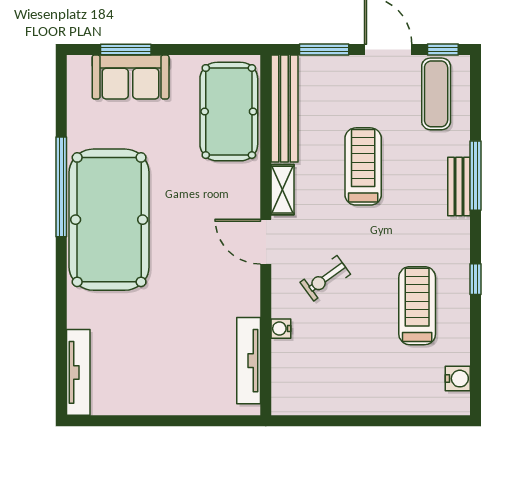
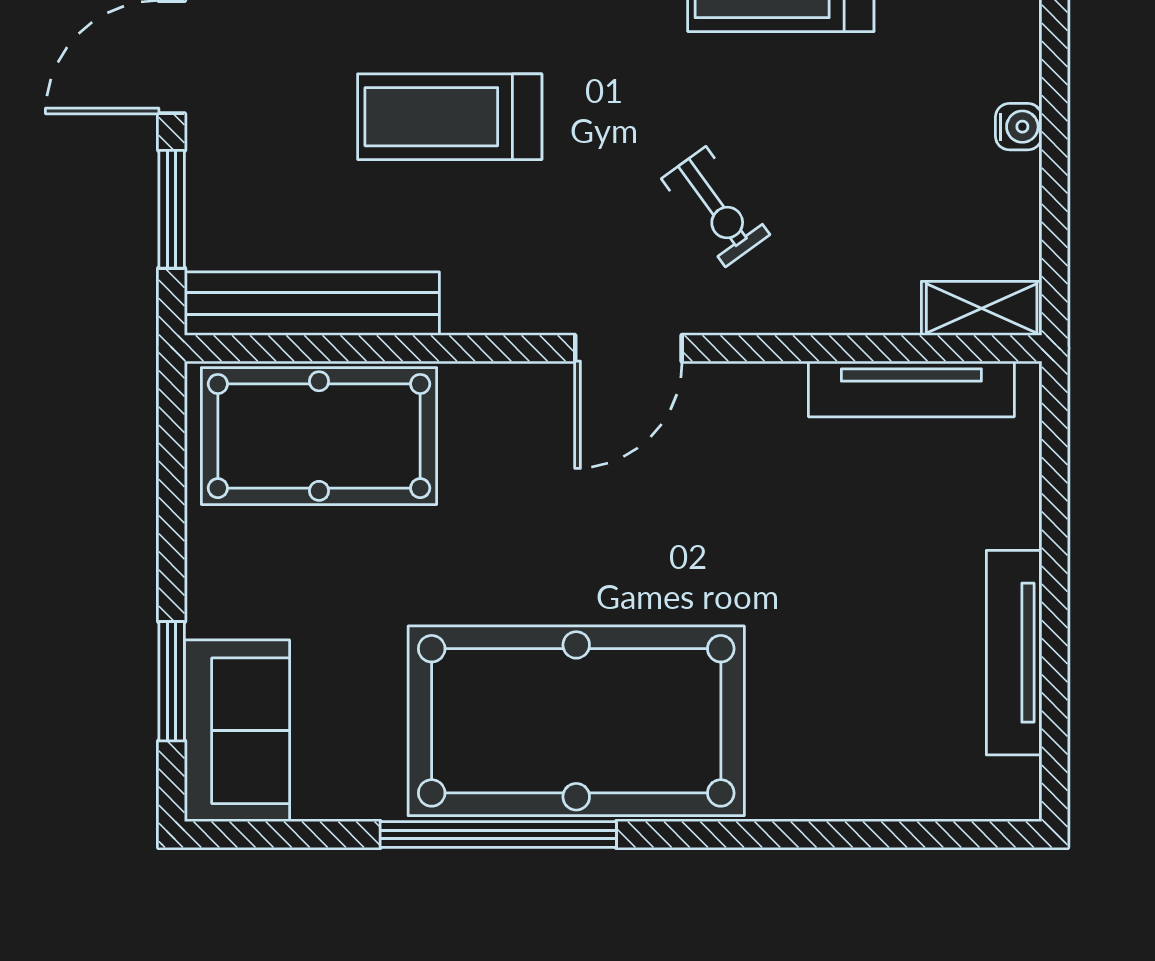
sofa: (131, 77) -> (237, 731), moved
shelving: (283, 190) -> (982, 308), moved
water cooler: (281, 329) -> (1019, 127), moved, turned -90
tv unit: (78, 372) -> (1014, 653), moved, turned -90

